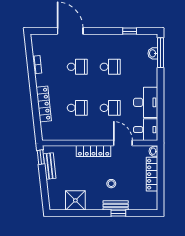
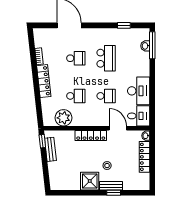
school desk: (110, 67) -> (106, 58), width x1.85
locker: (44, 104) -> (44, 81), moved
plant: (64, 132) -> (63, 118), added
shower: (75, 200) -> (90, 181), moved

